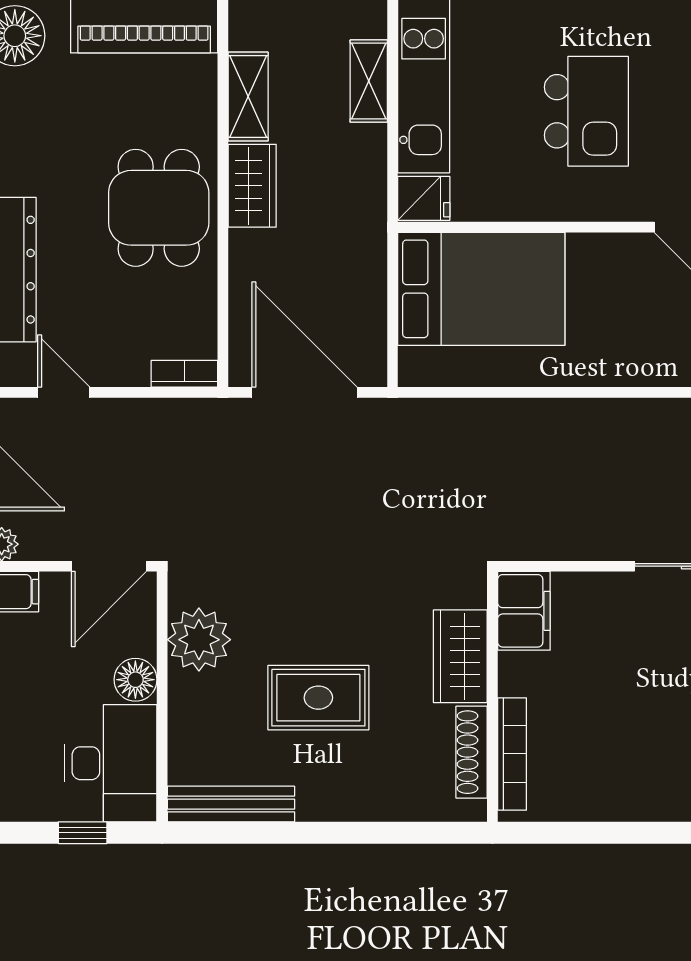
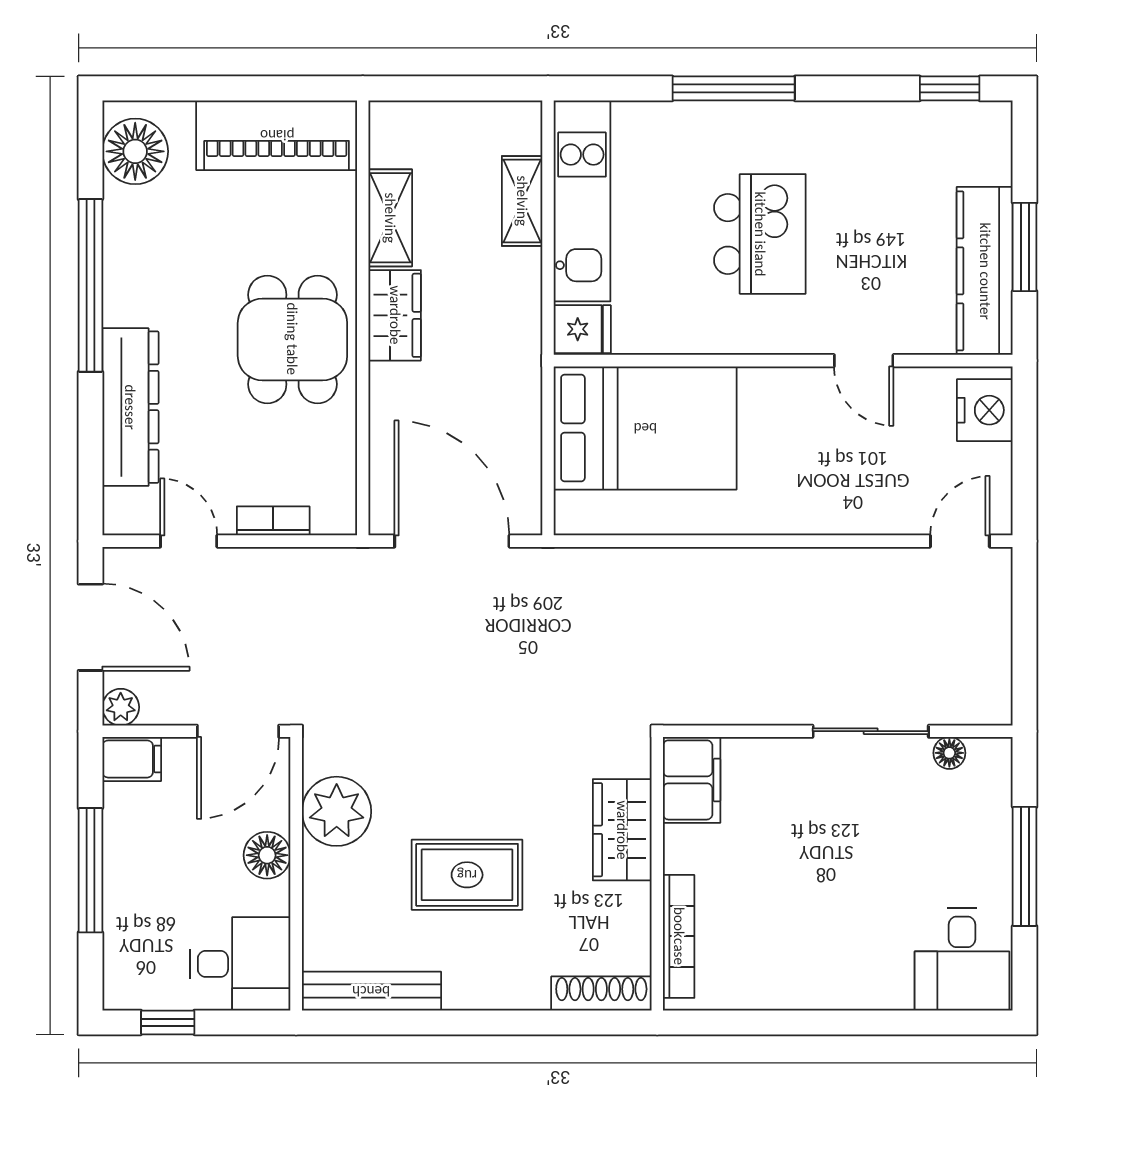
bookcase: (184, 374) -> (273, 521), moved
shoe rack: (472, 752) -> (601, 994), moved, turned 90
desk: (111, 763) -> (240, 964), width x0.73
window: (83, 833) -> (168, 1022), moved

